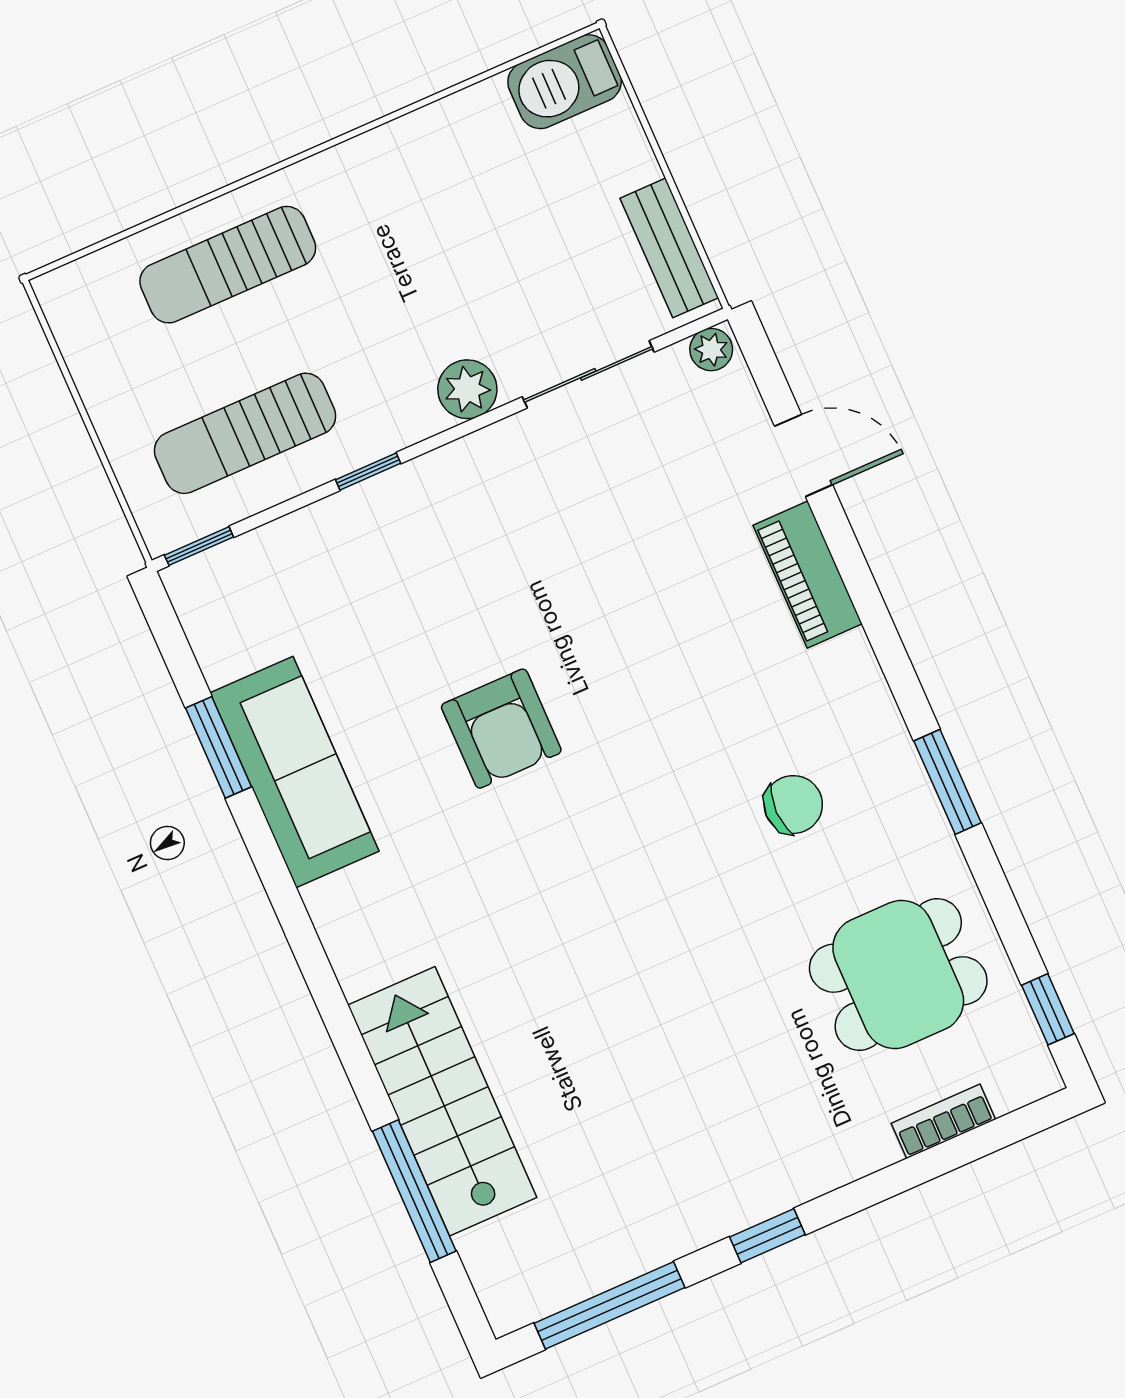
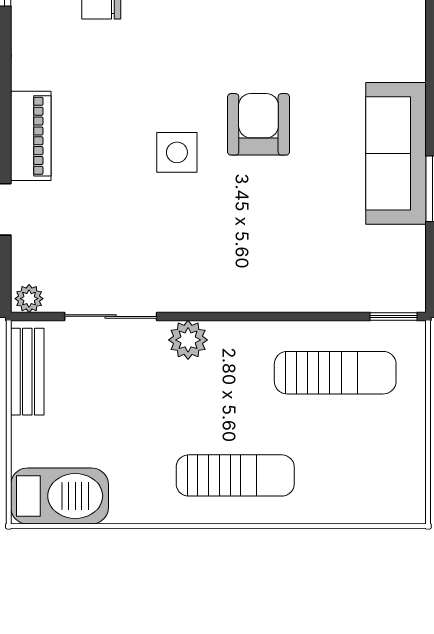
barbecue: (565, 82) -> (60, 496), width x1.37, depth x1.21
sun lounger: (228, 265) -> (235, 475), moved
window: (368, 471) -> (271, 316), removed
side table: (596, 640) -> (177, 152), added

